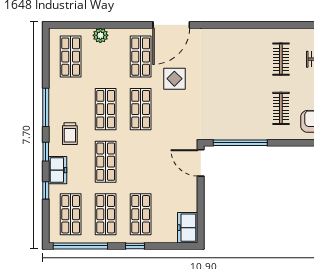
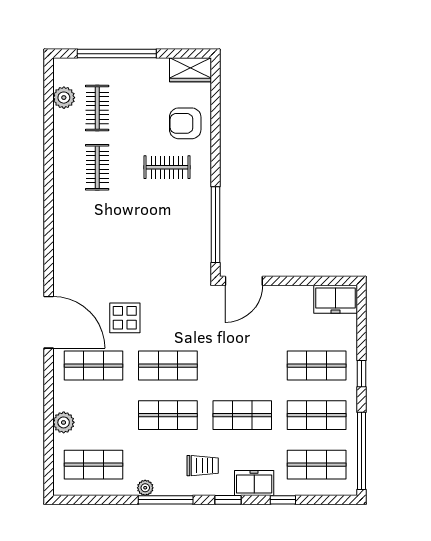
clothes rail: (281, 59) -> (97, 167), turned 90
plant: (54, 93) -> (145, 488), added

